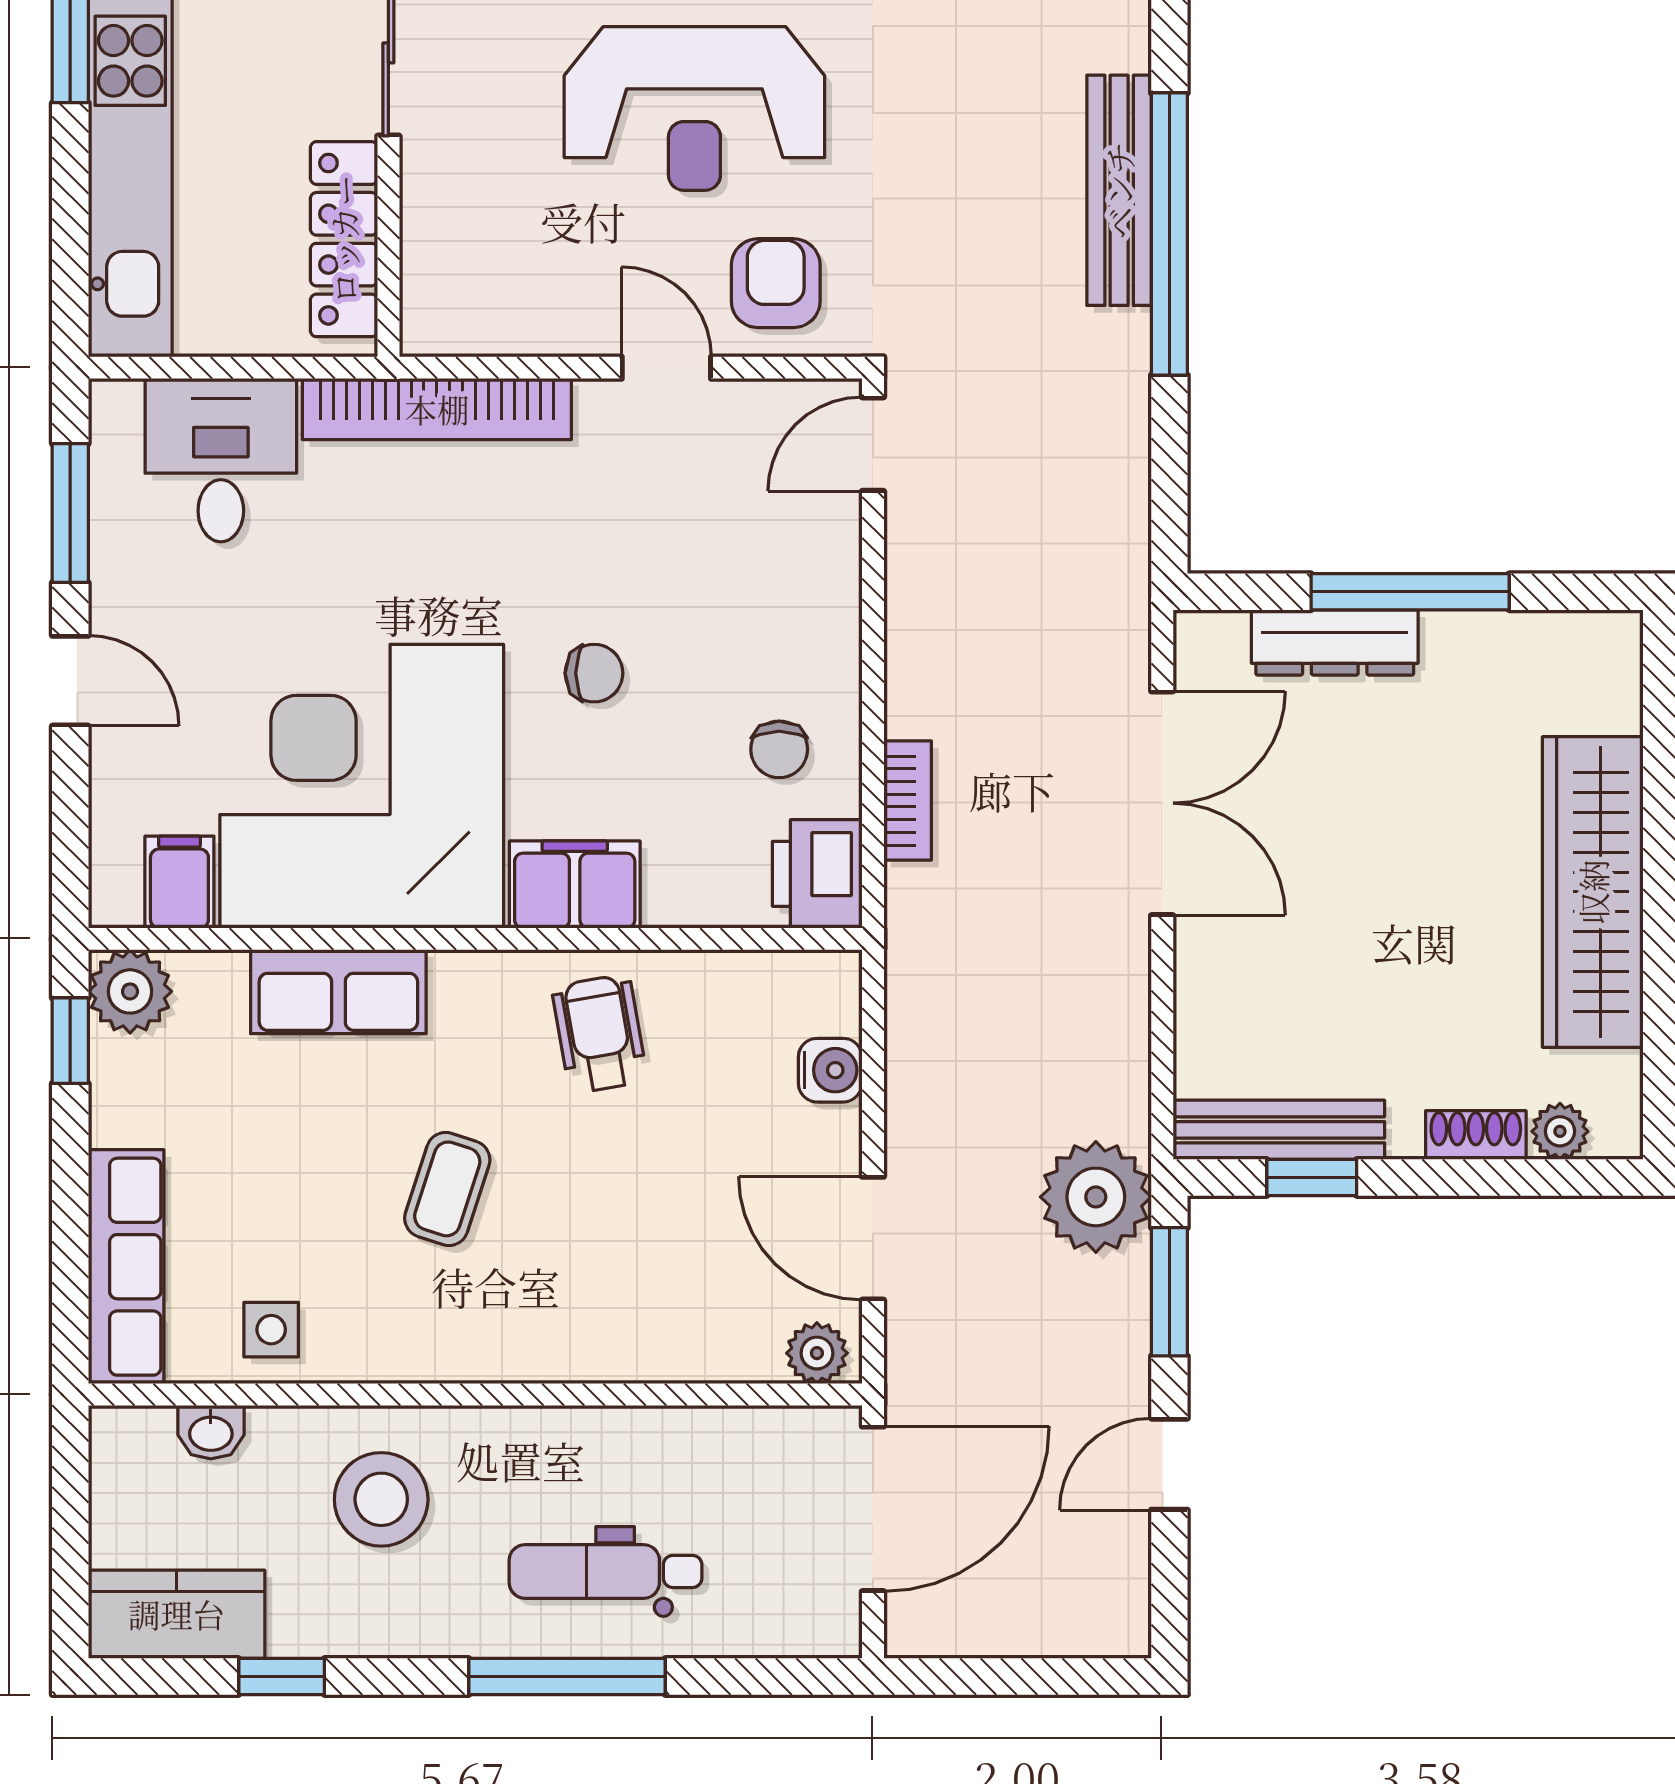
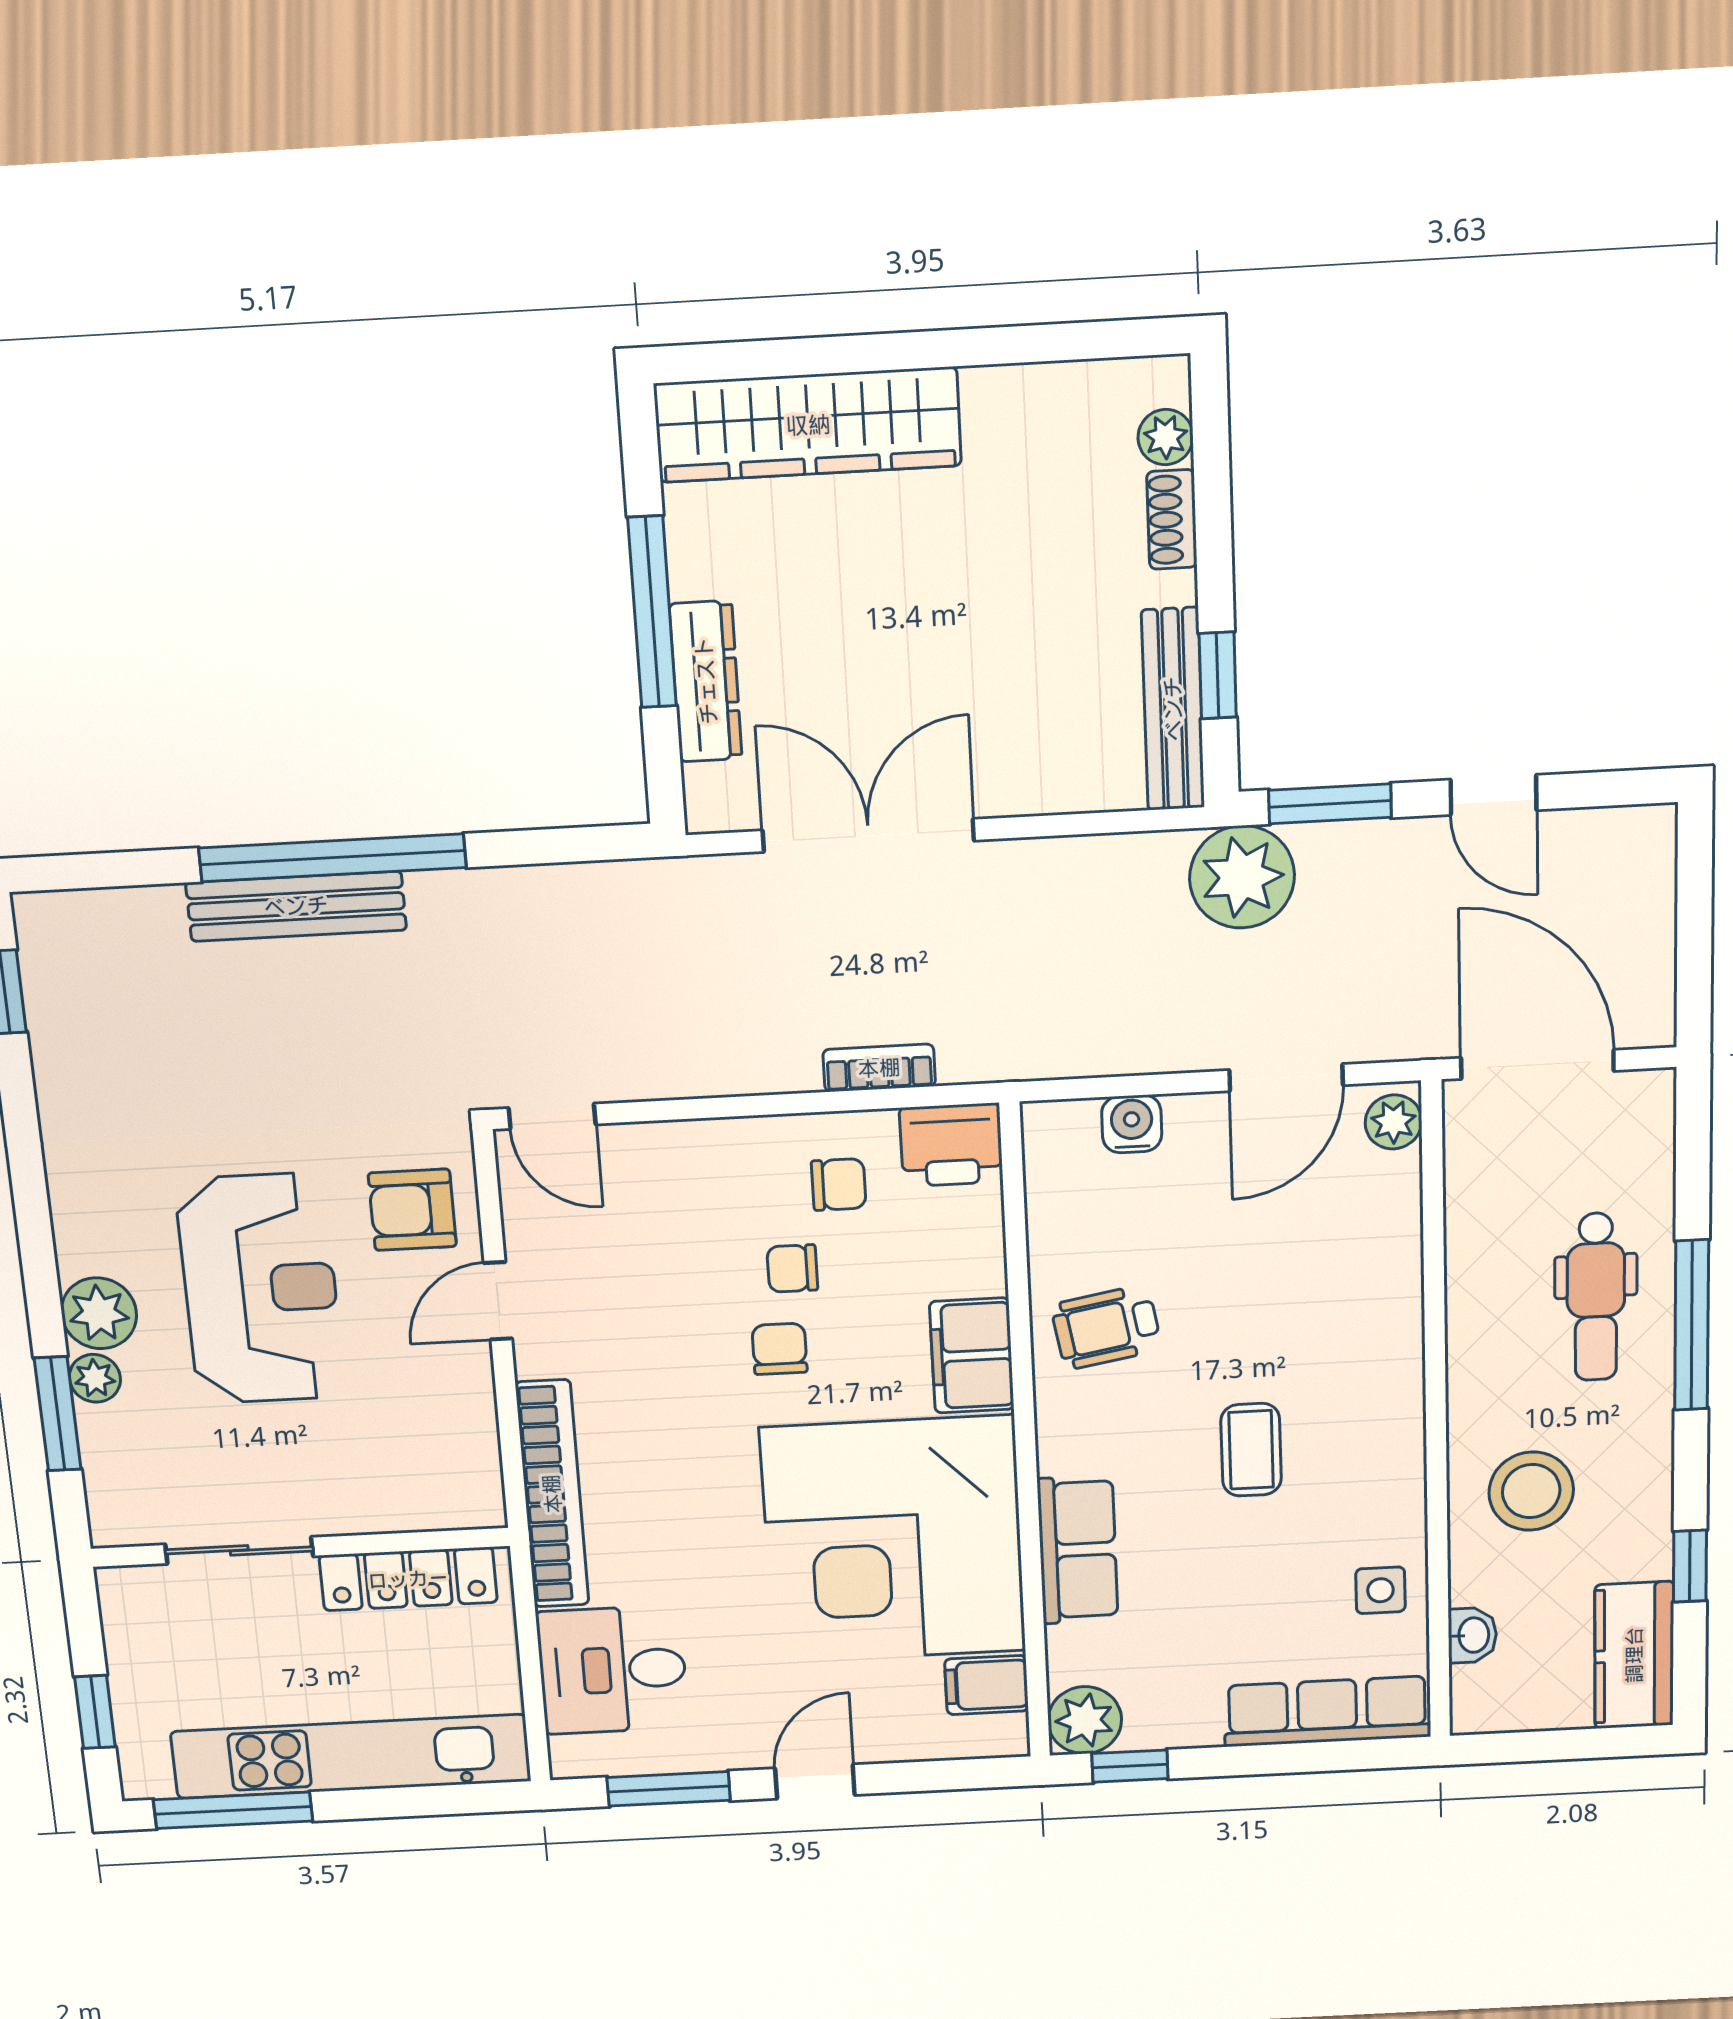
chair: (686, 693) -> (792, 1268), added
wardrobe: (1593, 892) -> (808, 425), moved
coffee table: (447, 1189) -> (1251, 1450), turned 72

